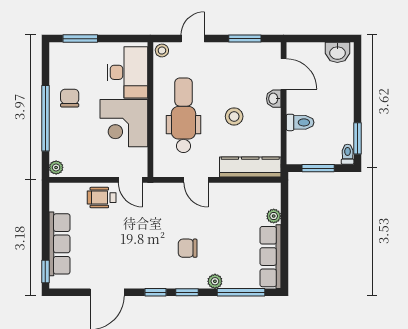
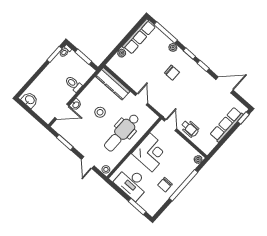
door: (193, 39) -> (88, 163), hinge flipped
desk: (127, 72) -> (132, 183), moved, turned -90
door: (284, 74) -> (62, 112), swing flipped

